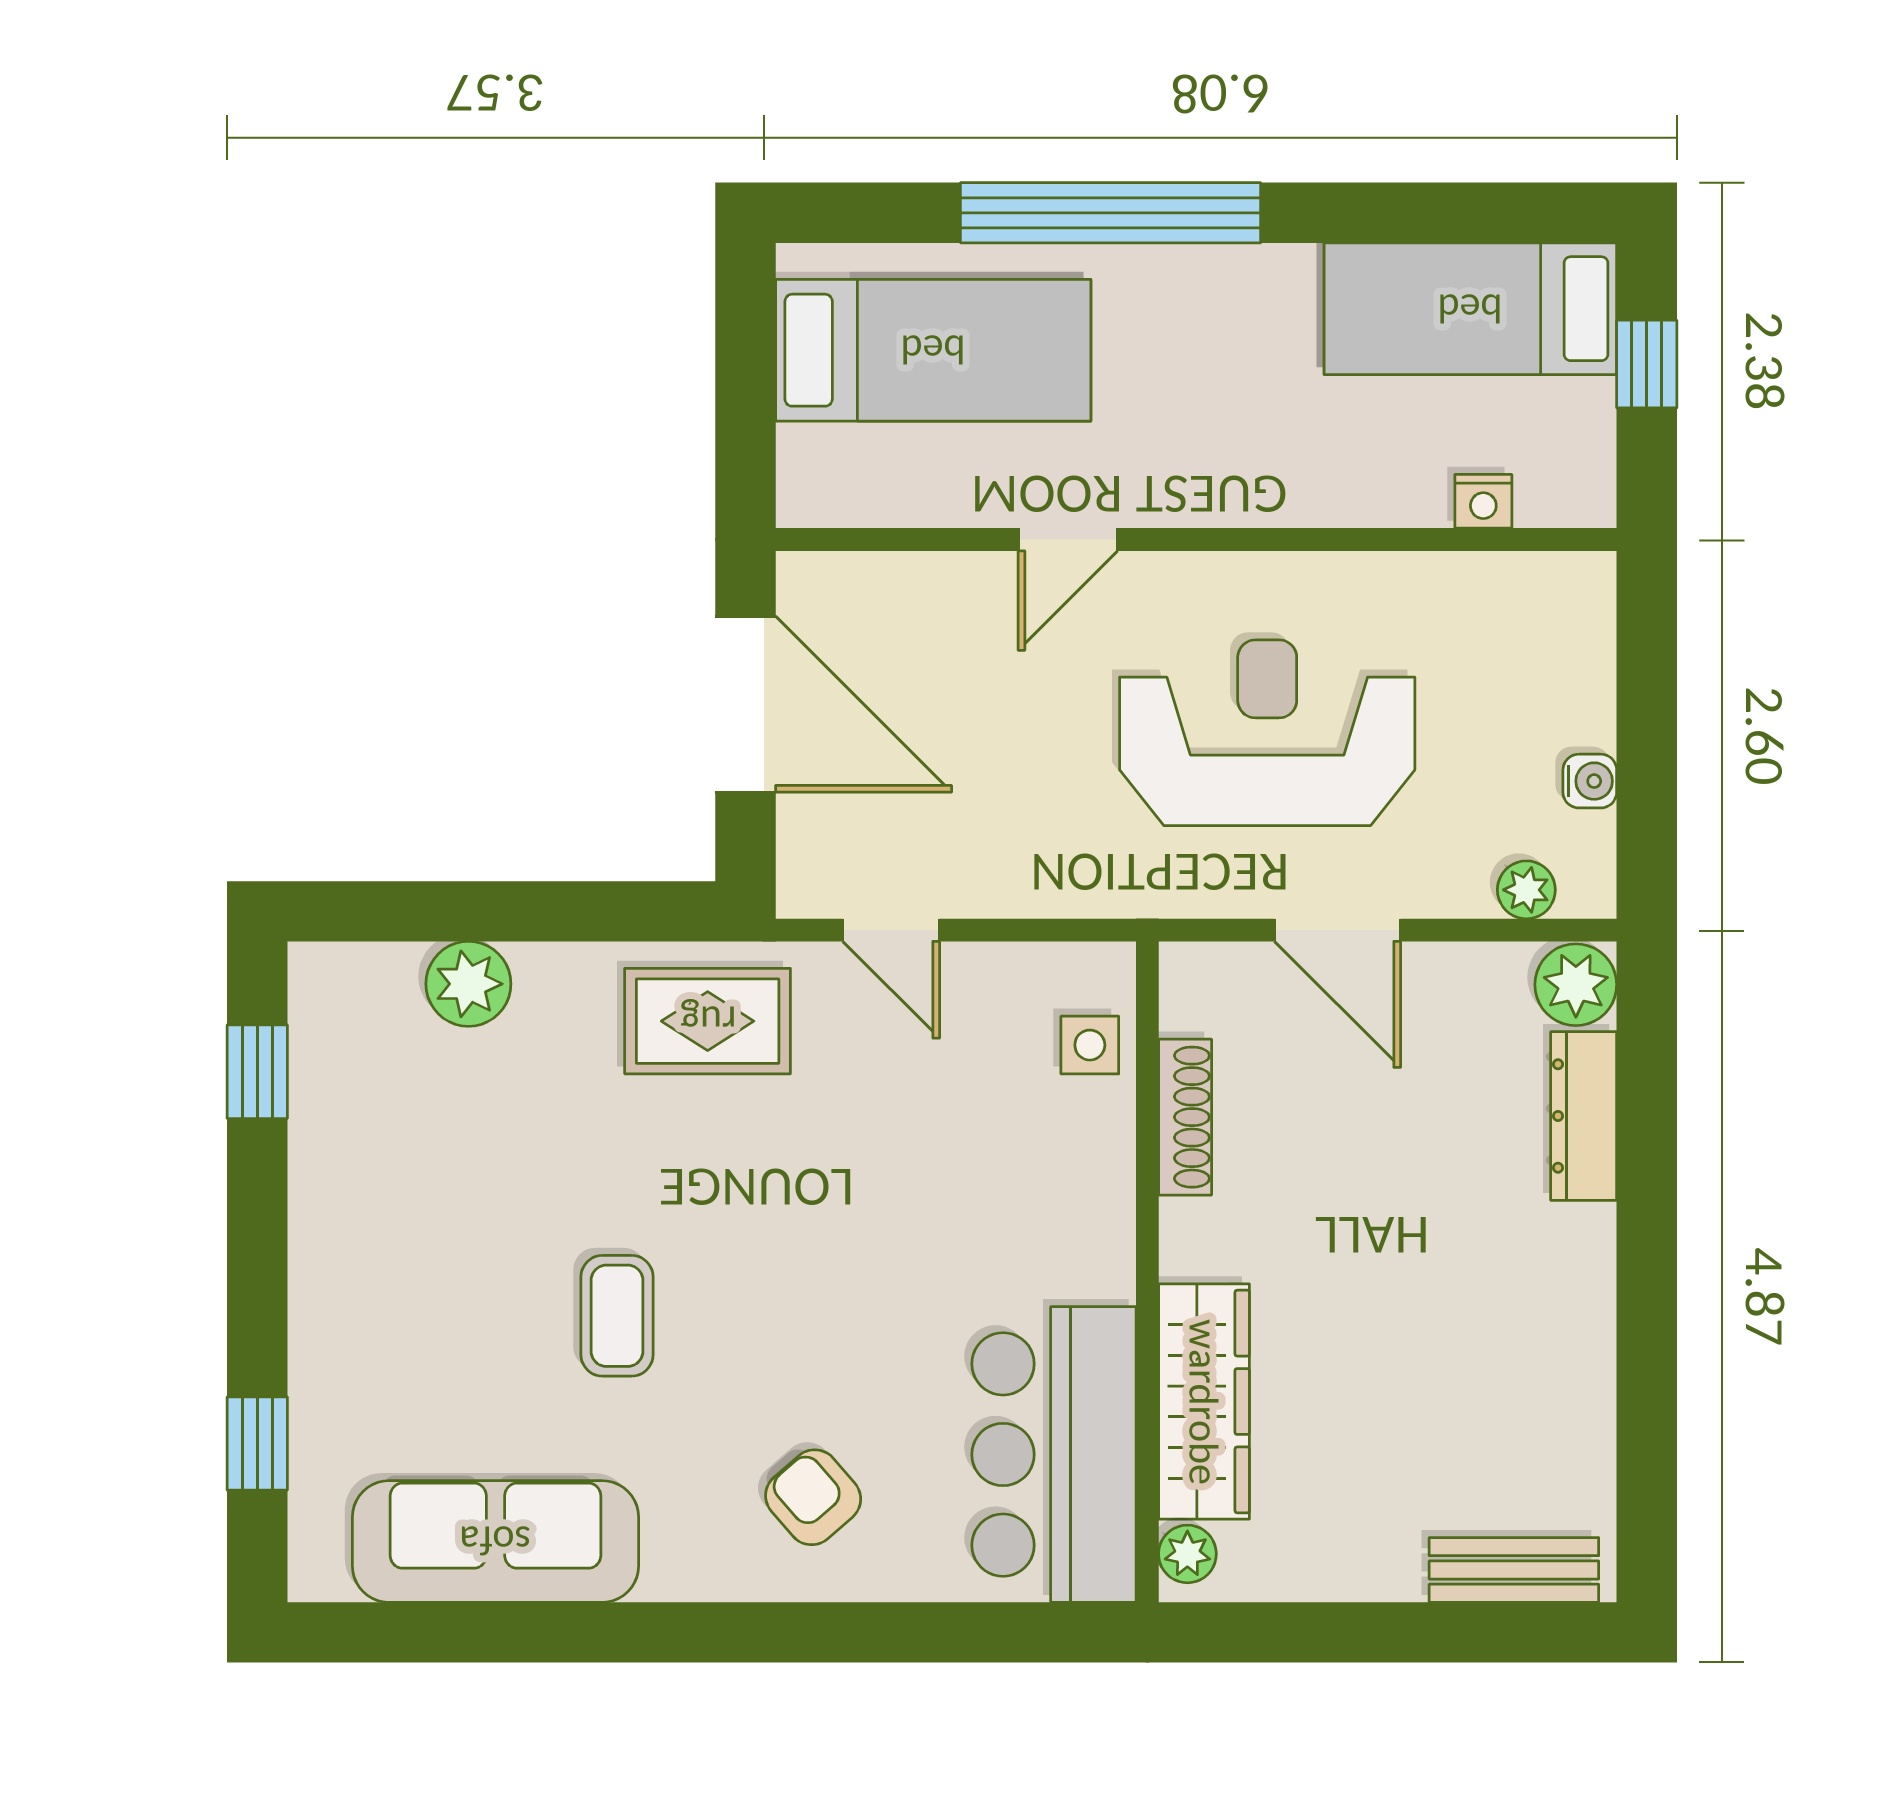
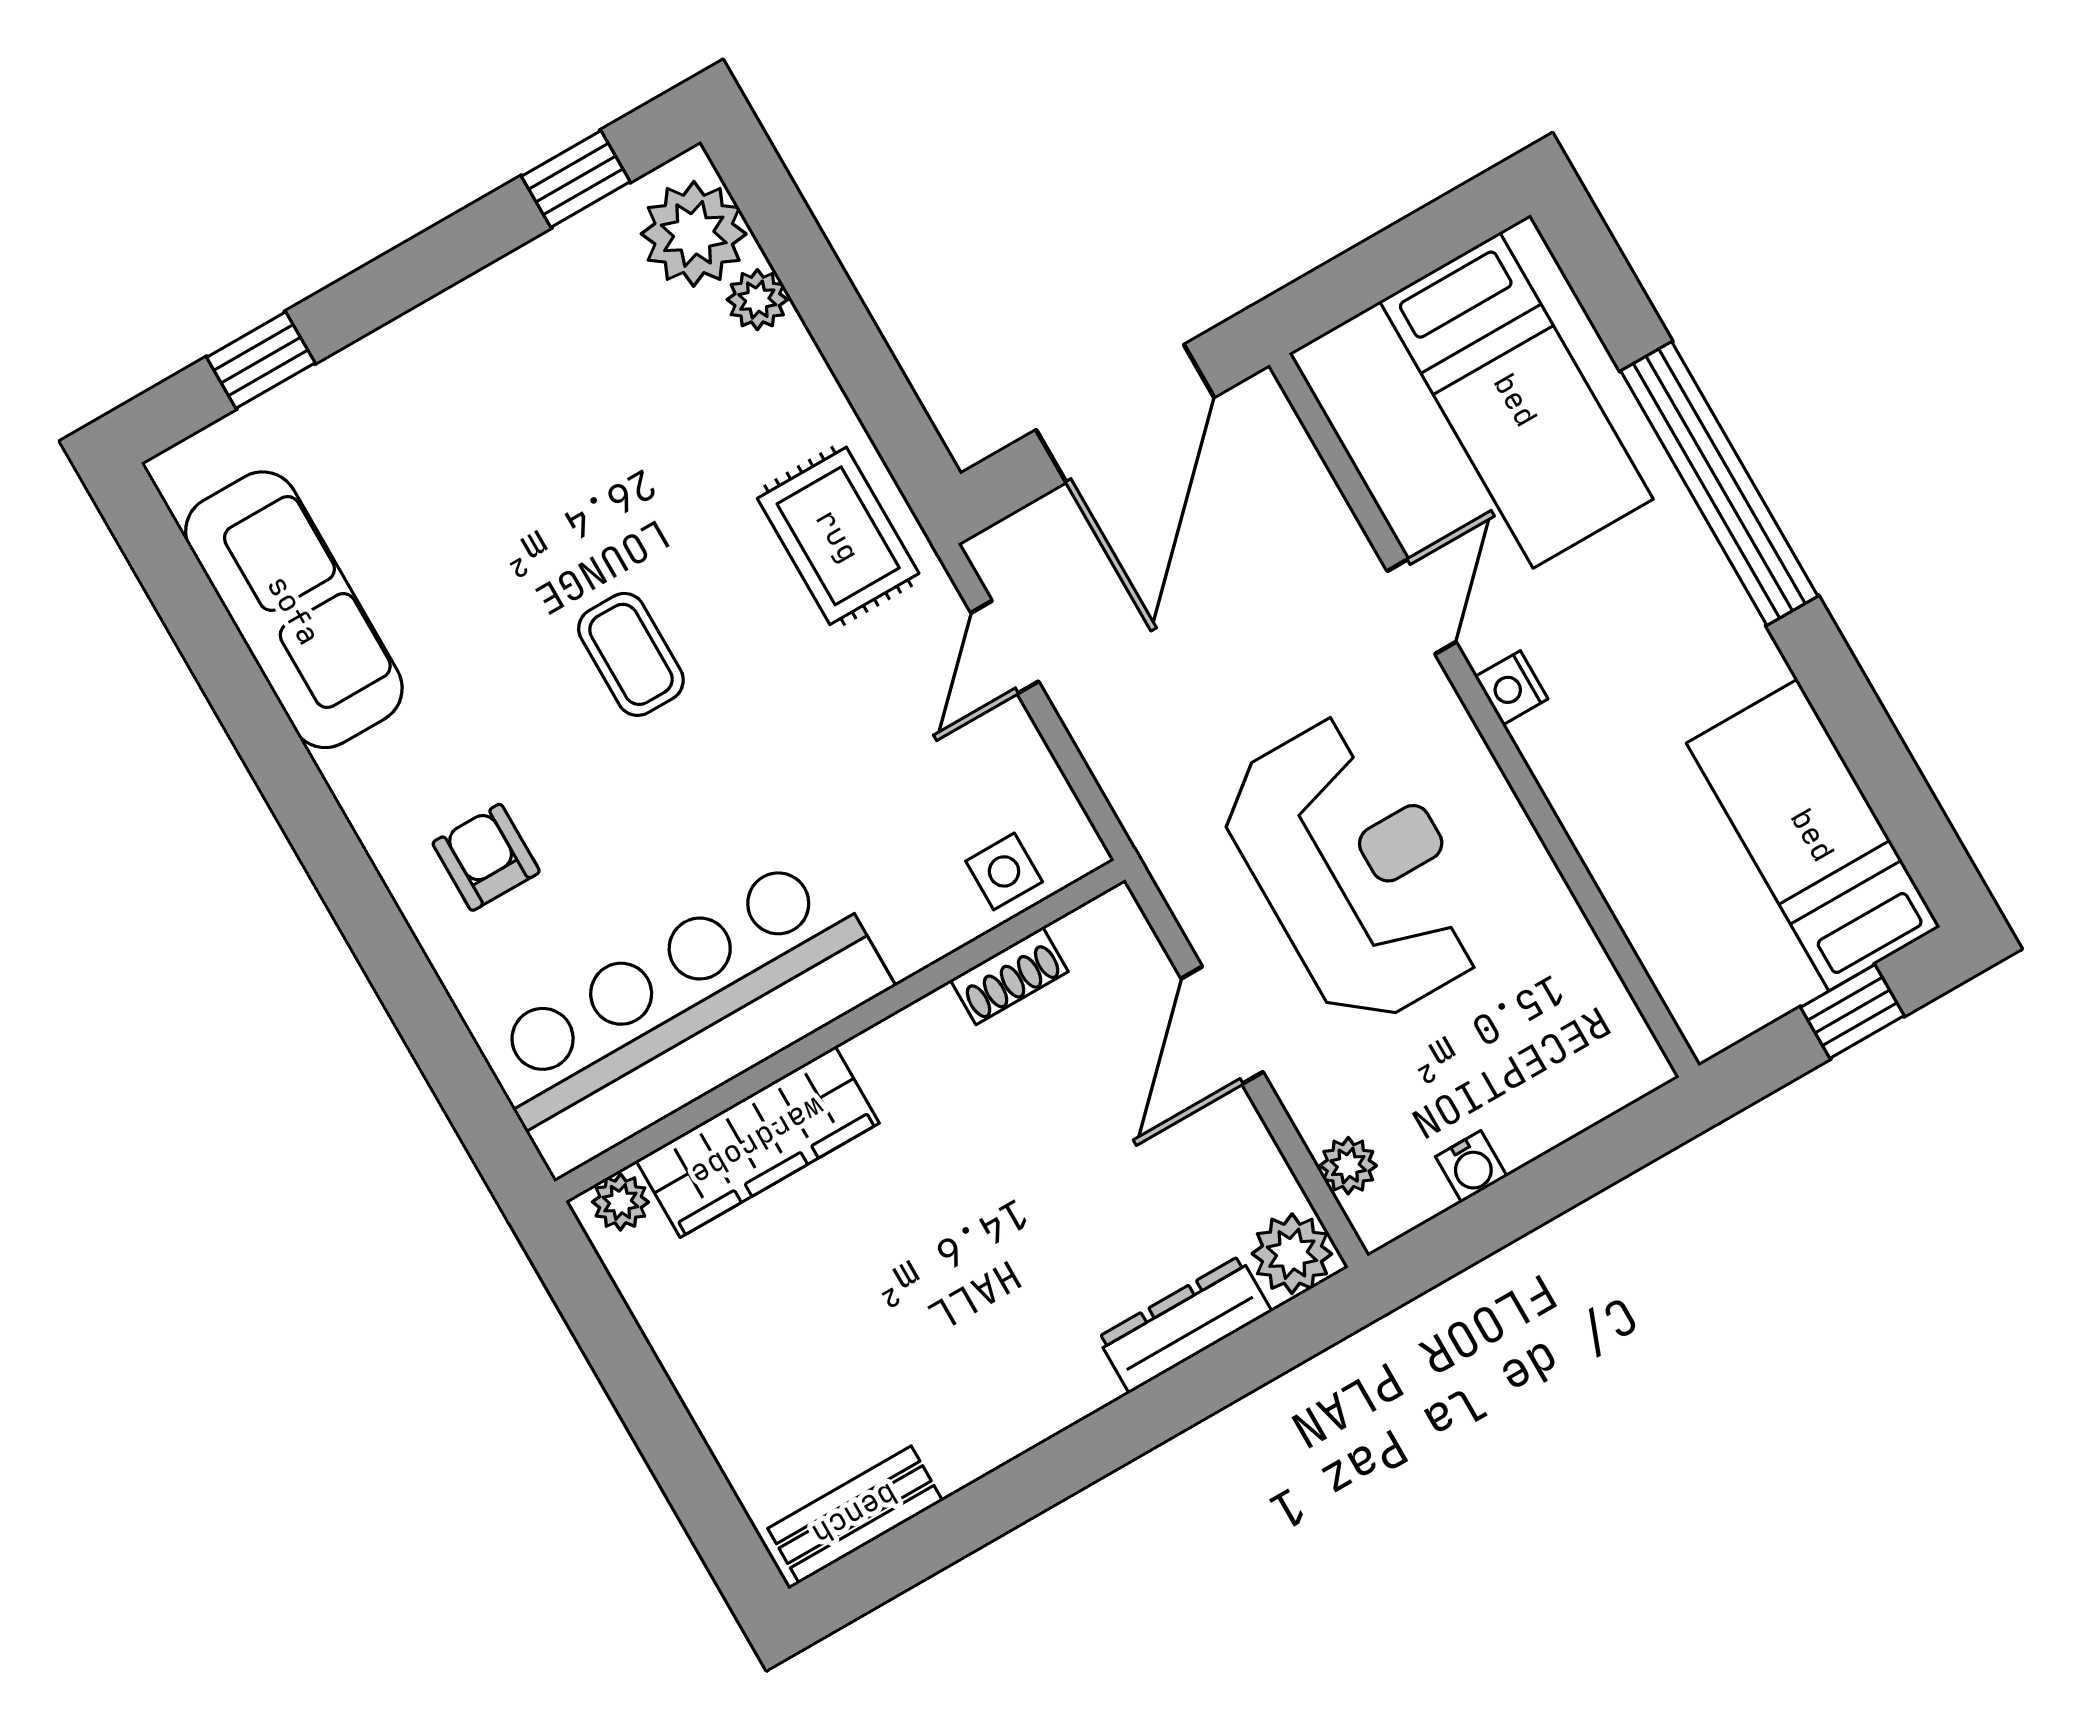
nightstand: (1483, 501) -> (1511, 688), moved
door: (1068, 540) -> (1422, 606), swing flipped
plant: (468, 984) -> (757, 300), width x0.73, depth x0.73
plant: (366, 995) -> (694, 234), added
shoe rack: (1185, 1117) -> (1009, 976), width x0.70
coffee table: (617, 1316) -> (631, 654), moved, turned 90
bar counter: (1054, 1454) -> (685, 1014), width x1.36
armchair: (813, 1497) -> (486, 857), turned -49
bench: (1514, 1570) -> (855, 1515), moved, turned 90

